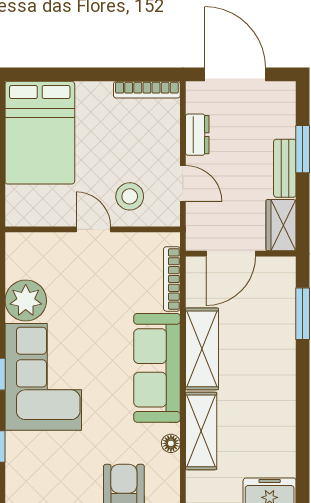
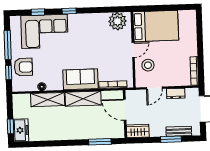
bed: (40, 133) -> (156, 26), moved, turned 180
bench: (285, 168) -> (179, 131), moved
plant: (26, 301) -> (117, 21), moved
sofa: (157, 368) -> (80, 79), width x0.73
corner sofa: (43, 377) -> (45, 31), moved

